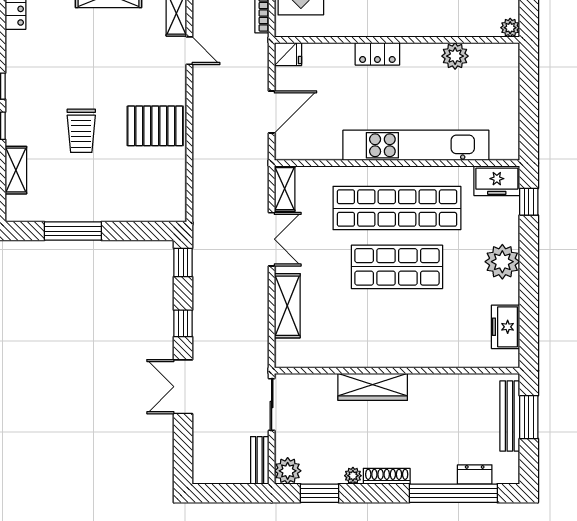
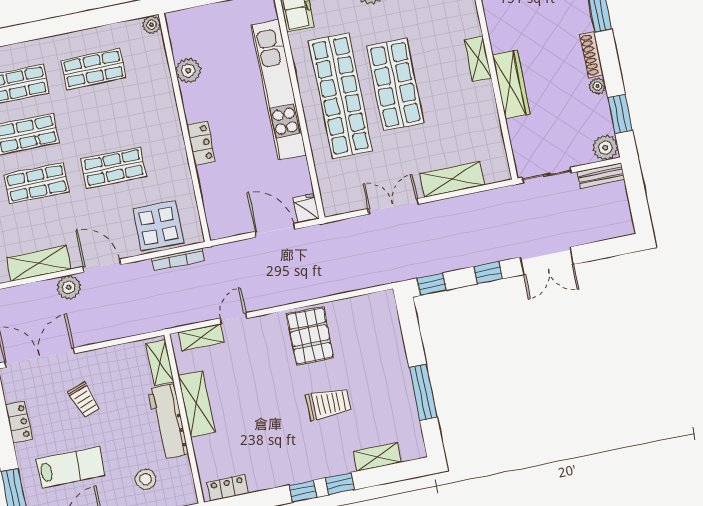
fridge: (288, 54) -> (306, 208), moved
shelving: (285, 189) -> (478, 59), moved, turned 90

